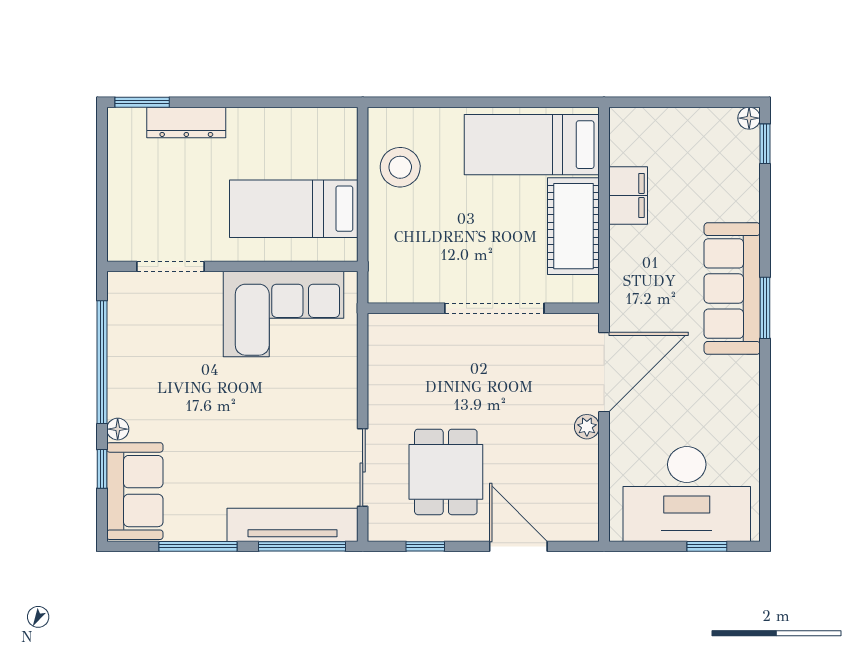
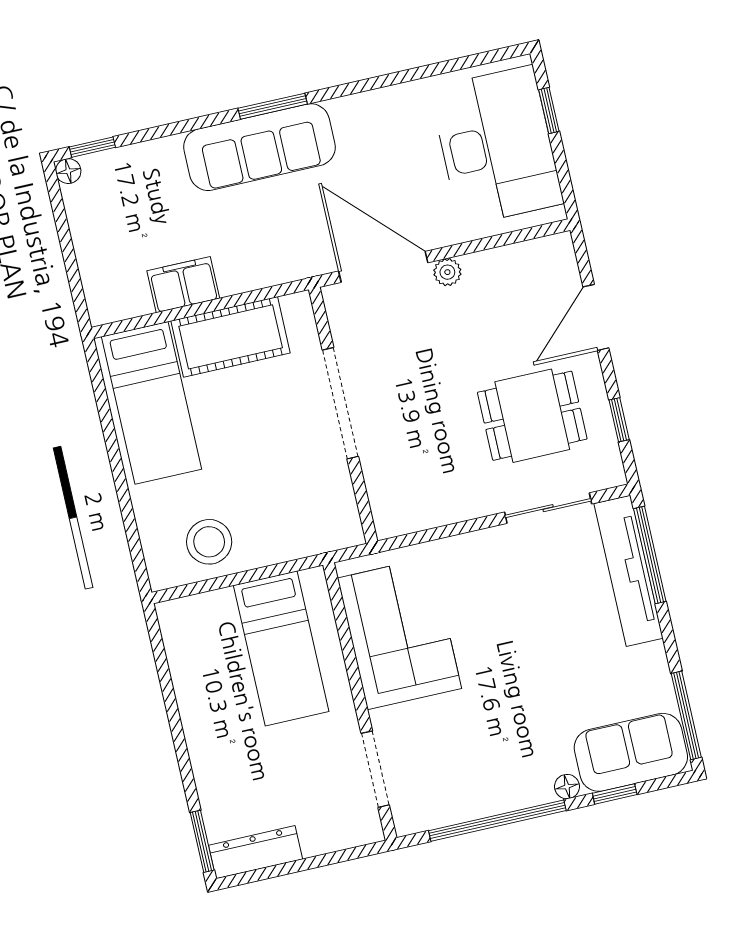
dresser: (186, 122) -> (256, 852), moved, turned -90
window: (198, 546) -> (686, 715), moved

